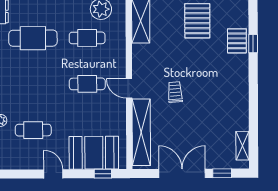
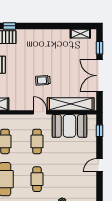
door: (129, 88) -> (40, 112), swing flipped
cafe table: (33, 130) -> (37, 179), moved
booth: (94, 153) -> (69, 126), moved, turned 90

